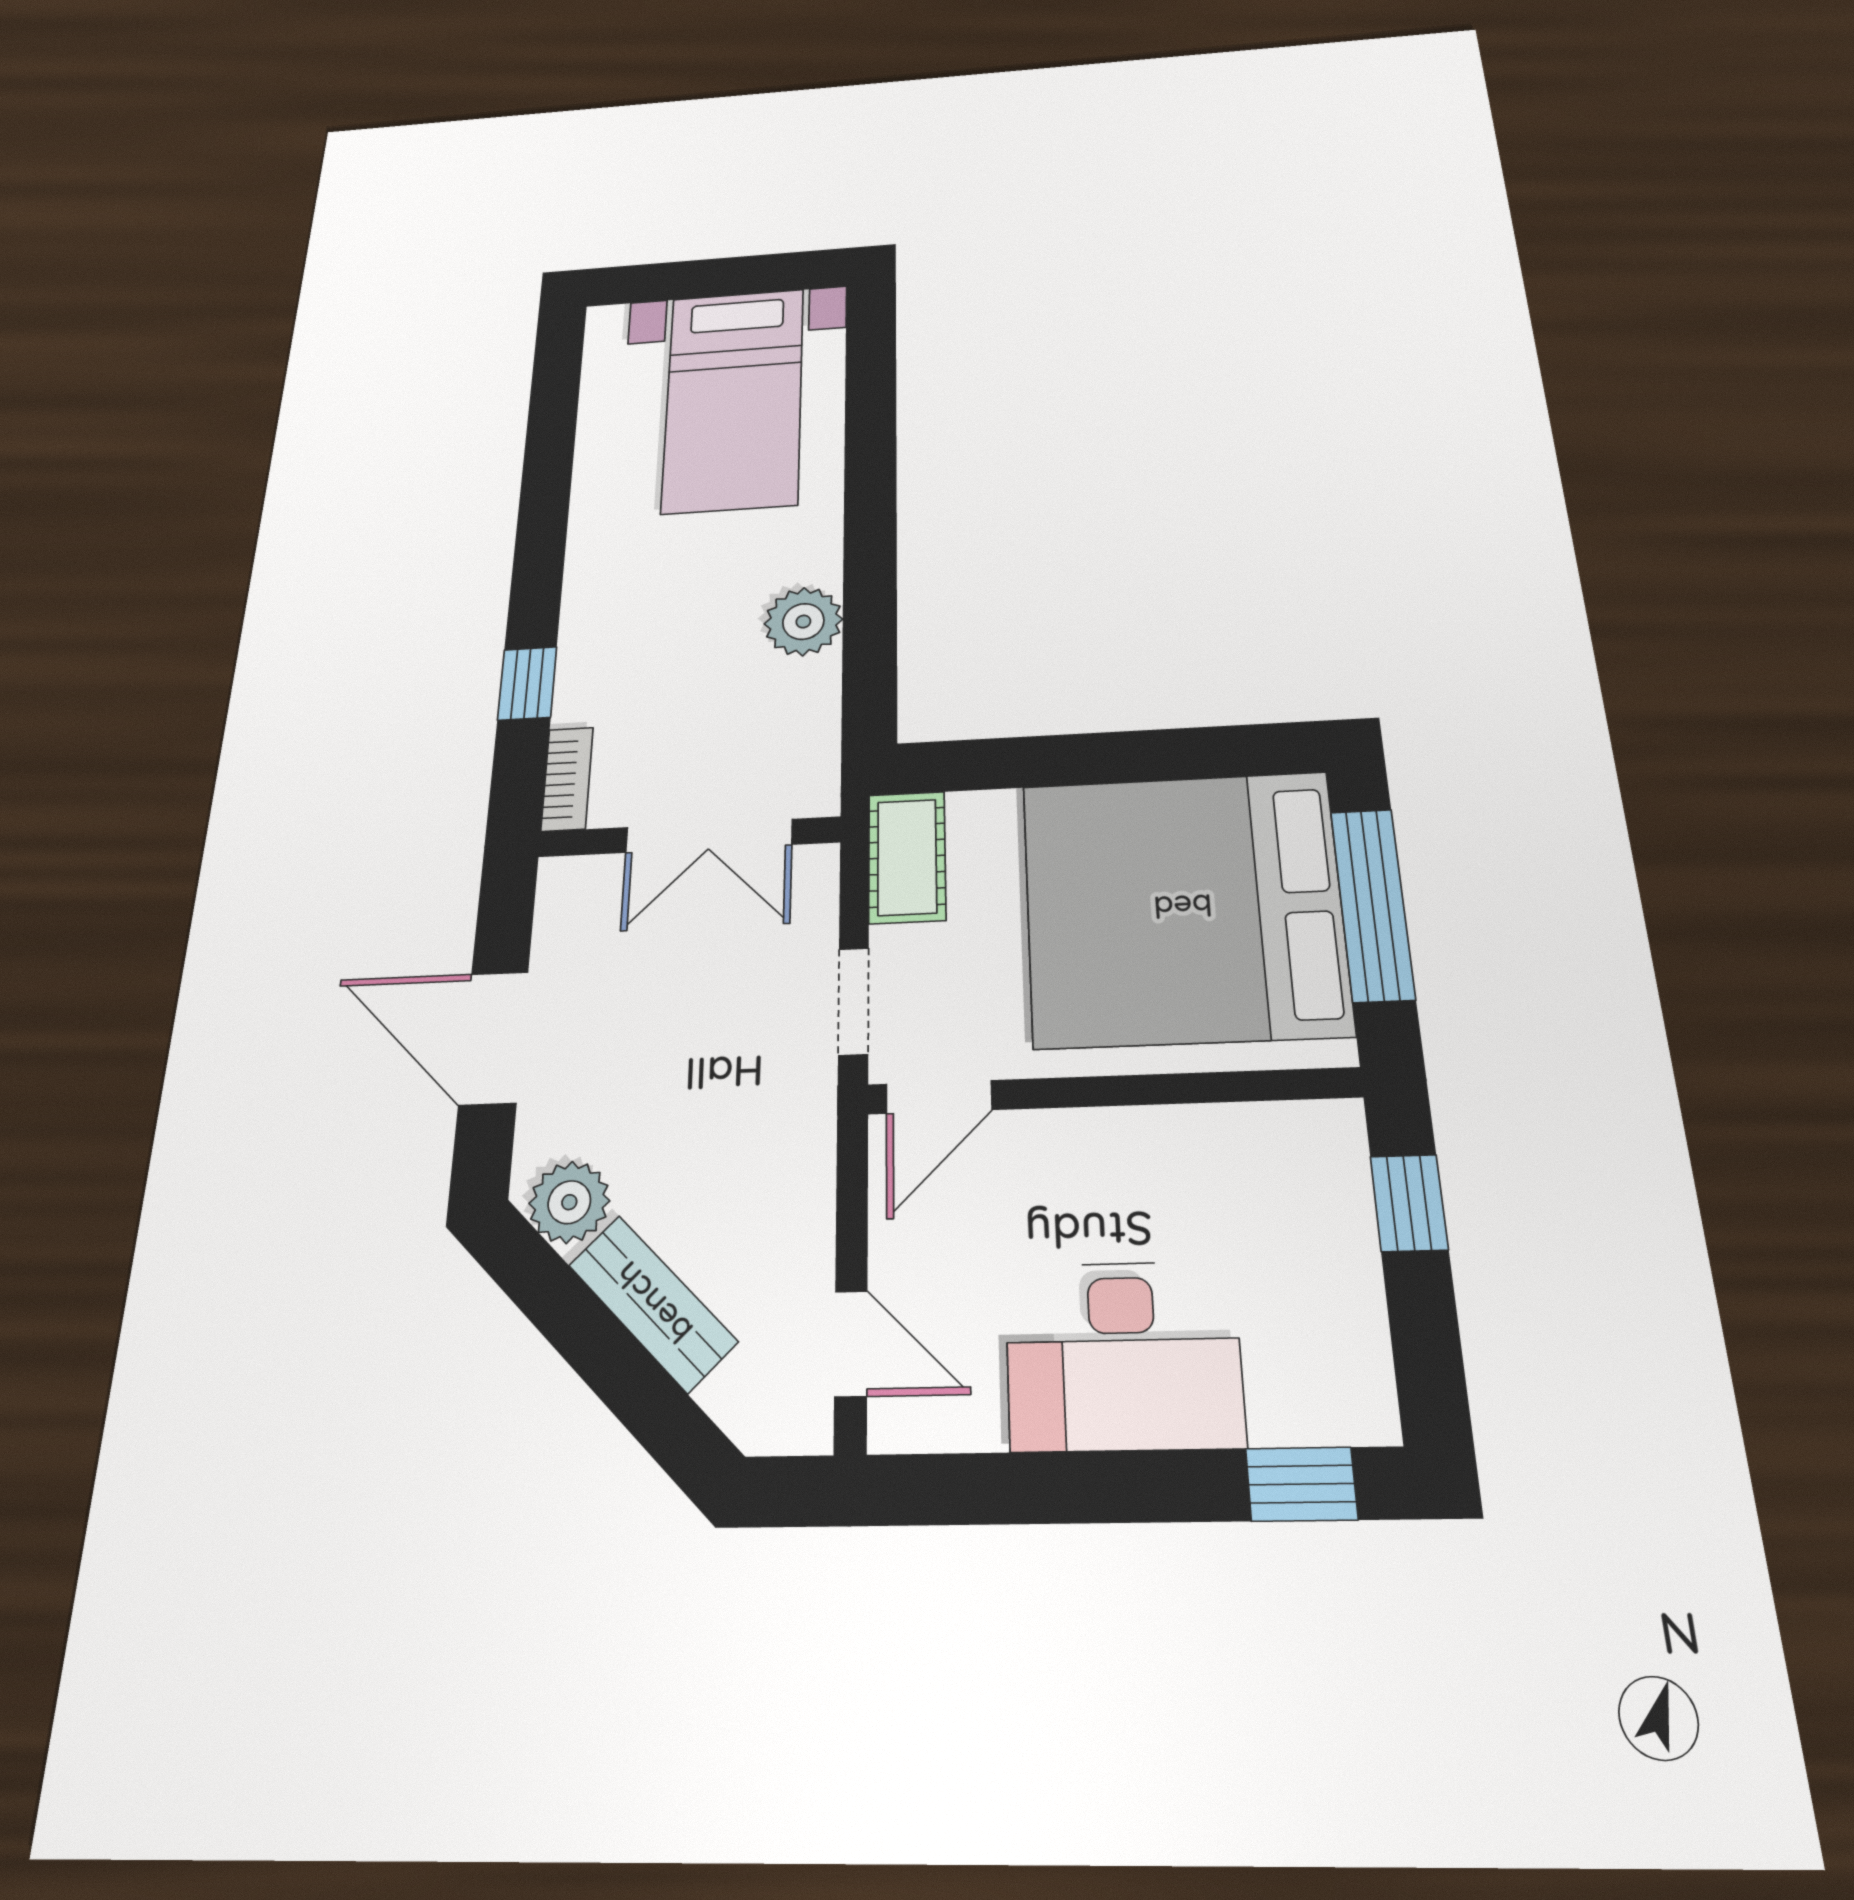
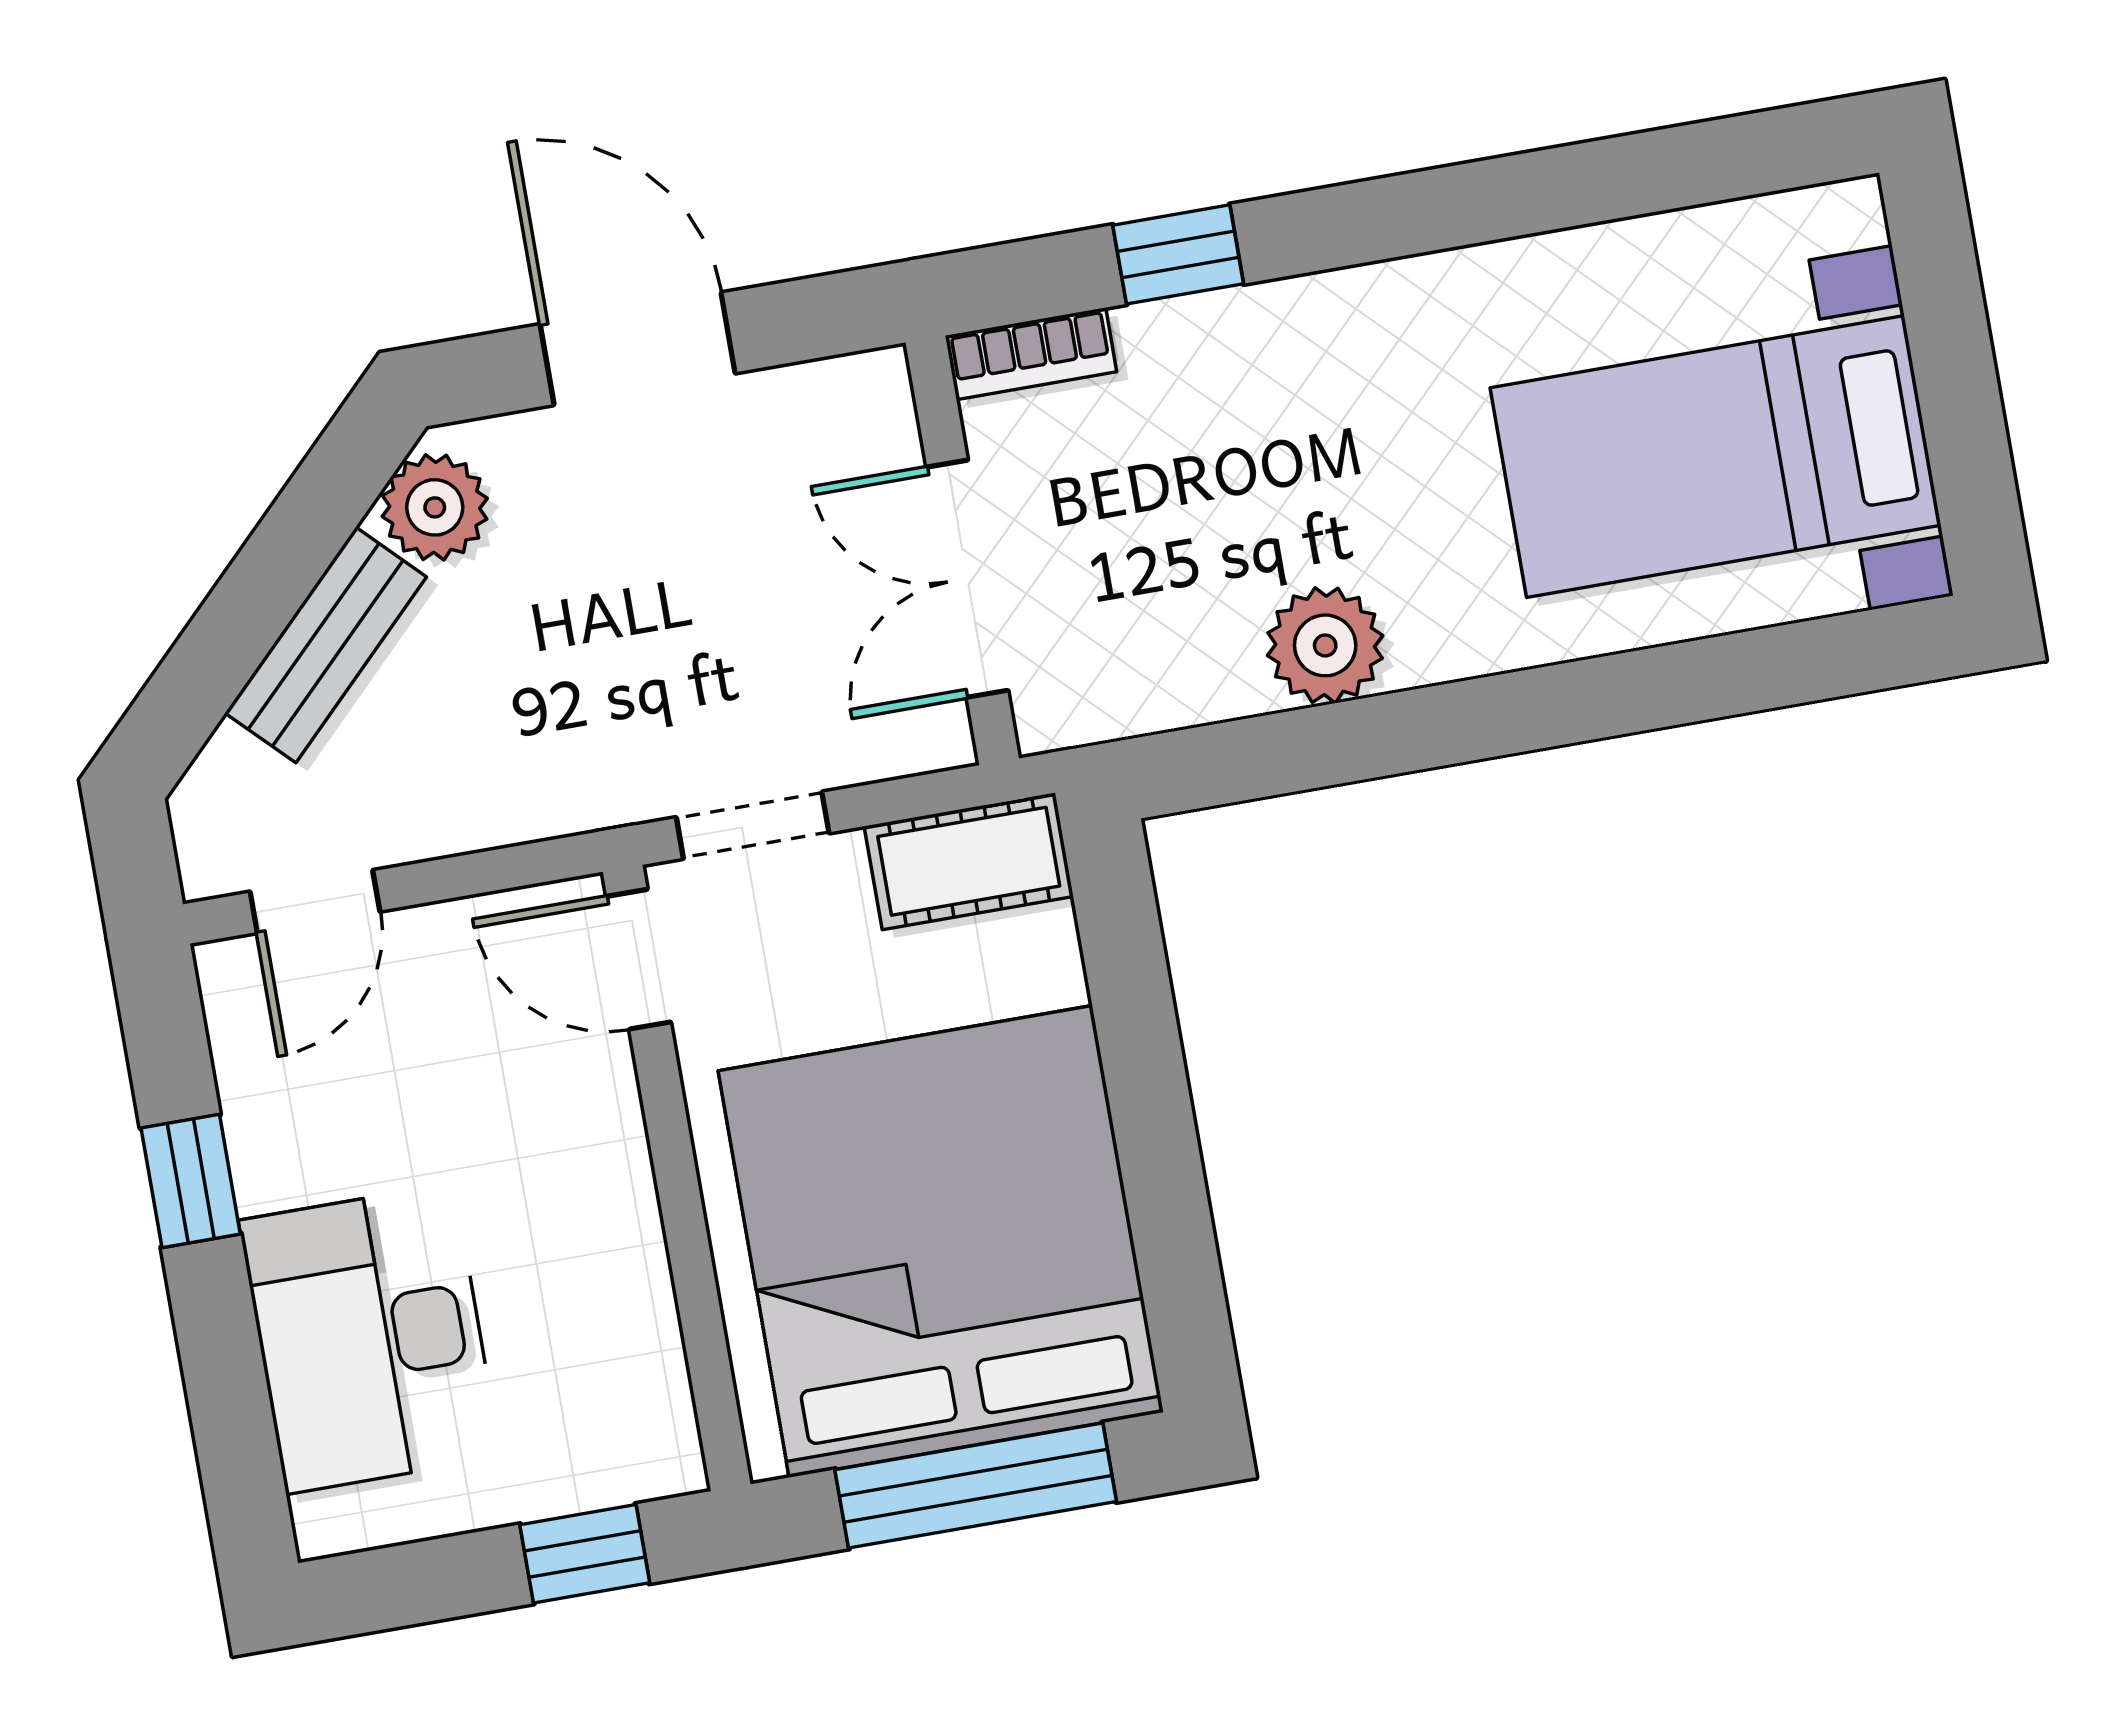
door: (494, 1038) -> (638, 349), hinge flipped
desk: (1123, 1355) -> (370, 1339), moved
window: (1301, 1484) -> (191, 1181), moved

